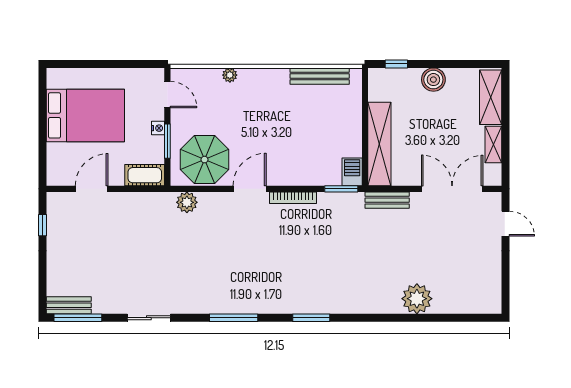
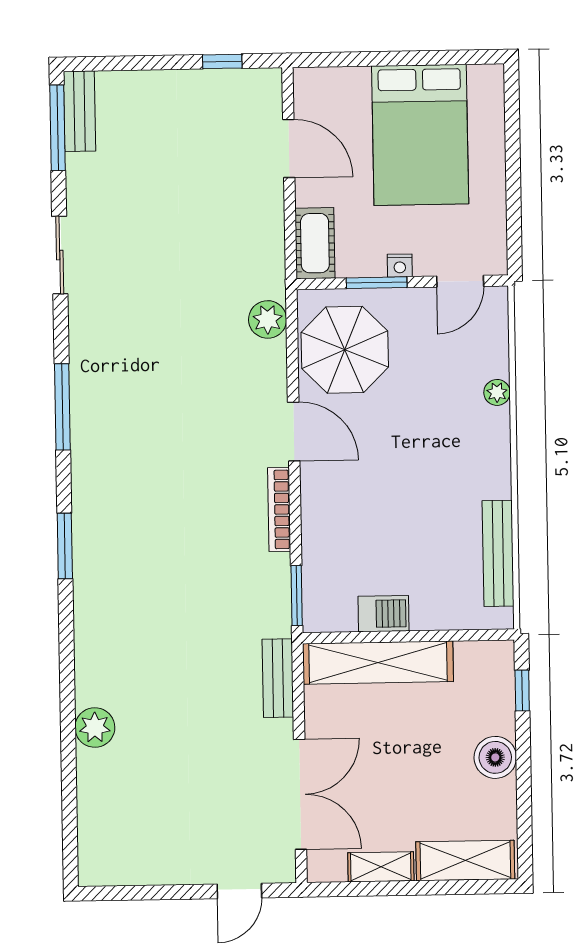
barbecue: (352, 172) -> (383, 614), moved
plant: (417, 299) -> (95, 727), width x0.73, depth x0.73

